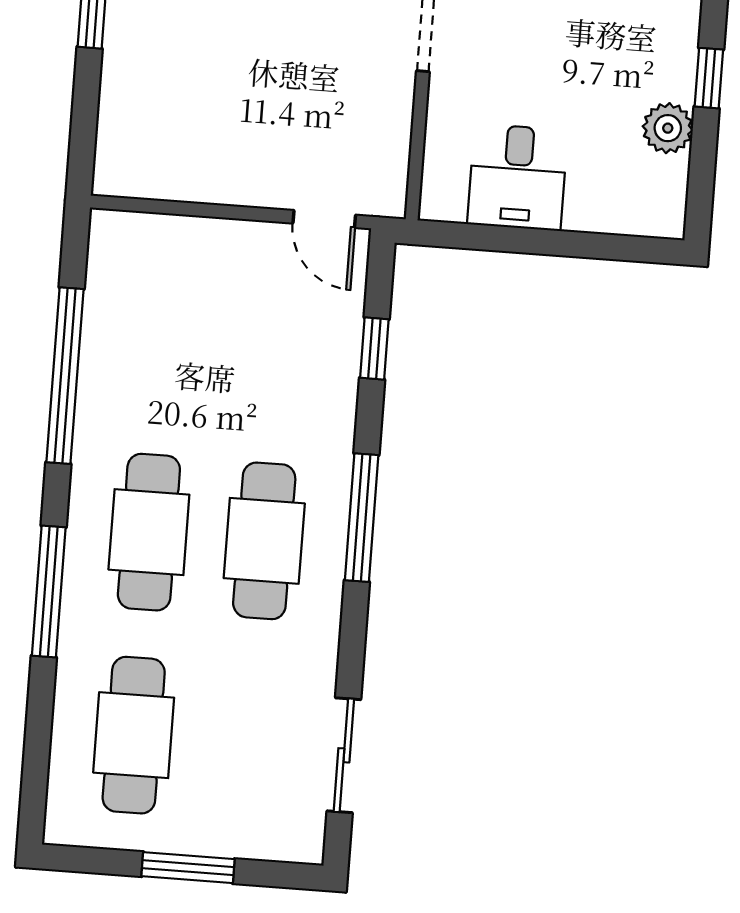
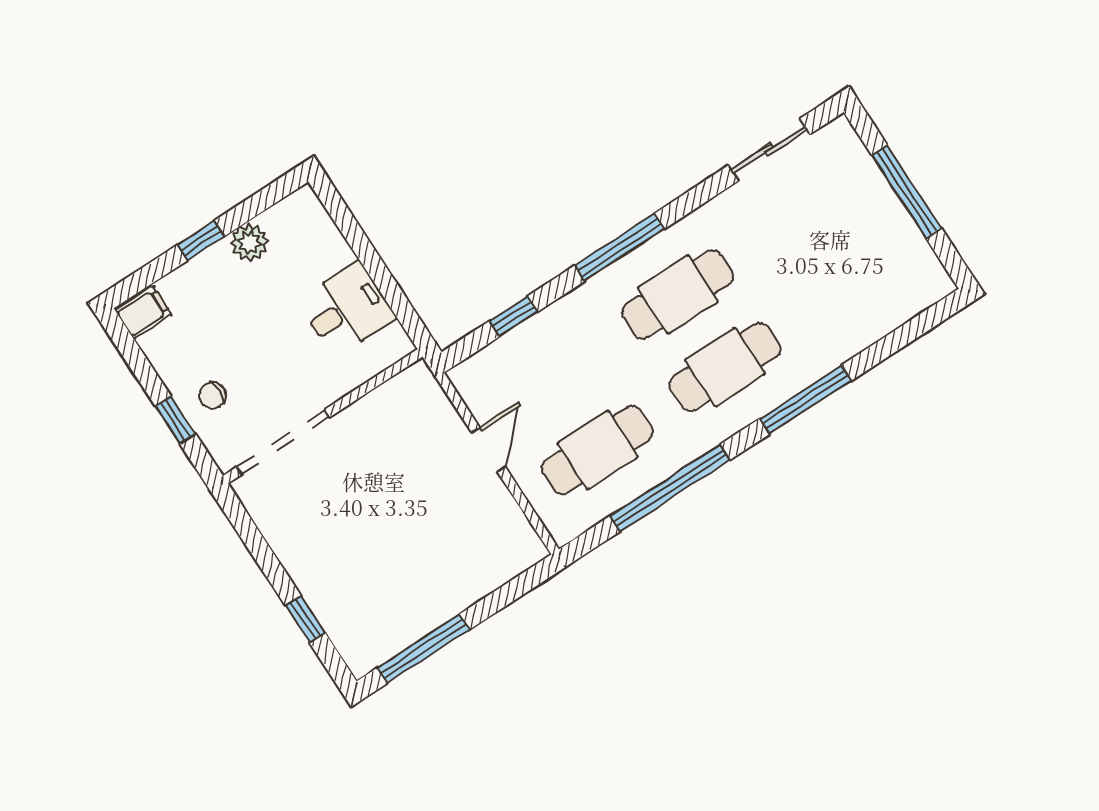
door: (324, 219) -> (489, 450), moved
cafe table: (134, 735) -> (597, 450), moved
window: (188, 868) -> (906, 191), width x1.44

